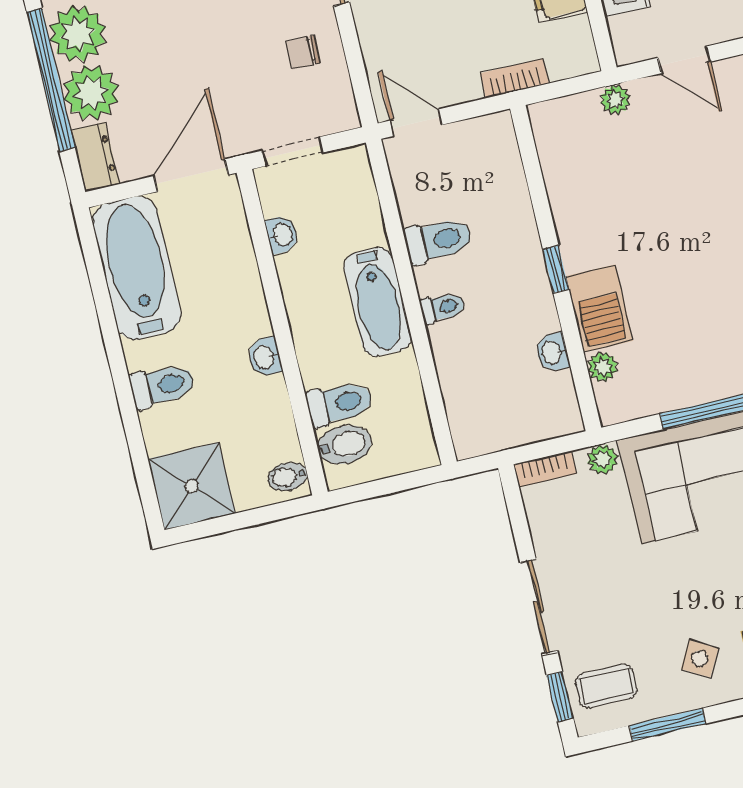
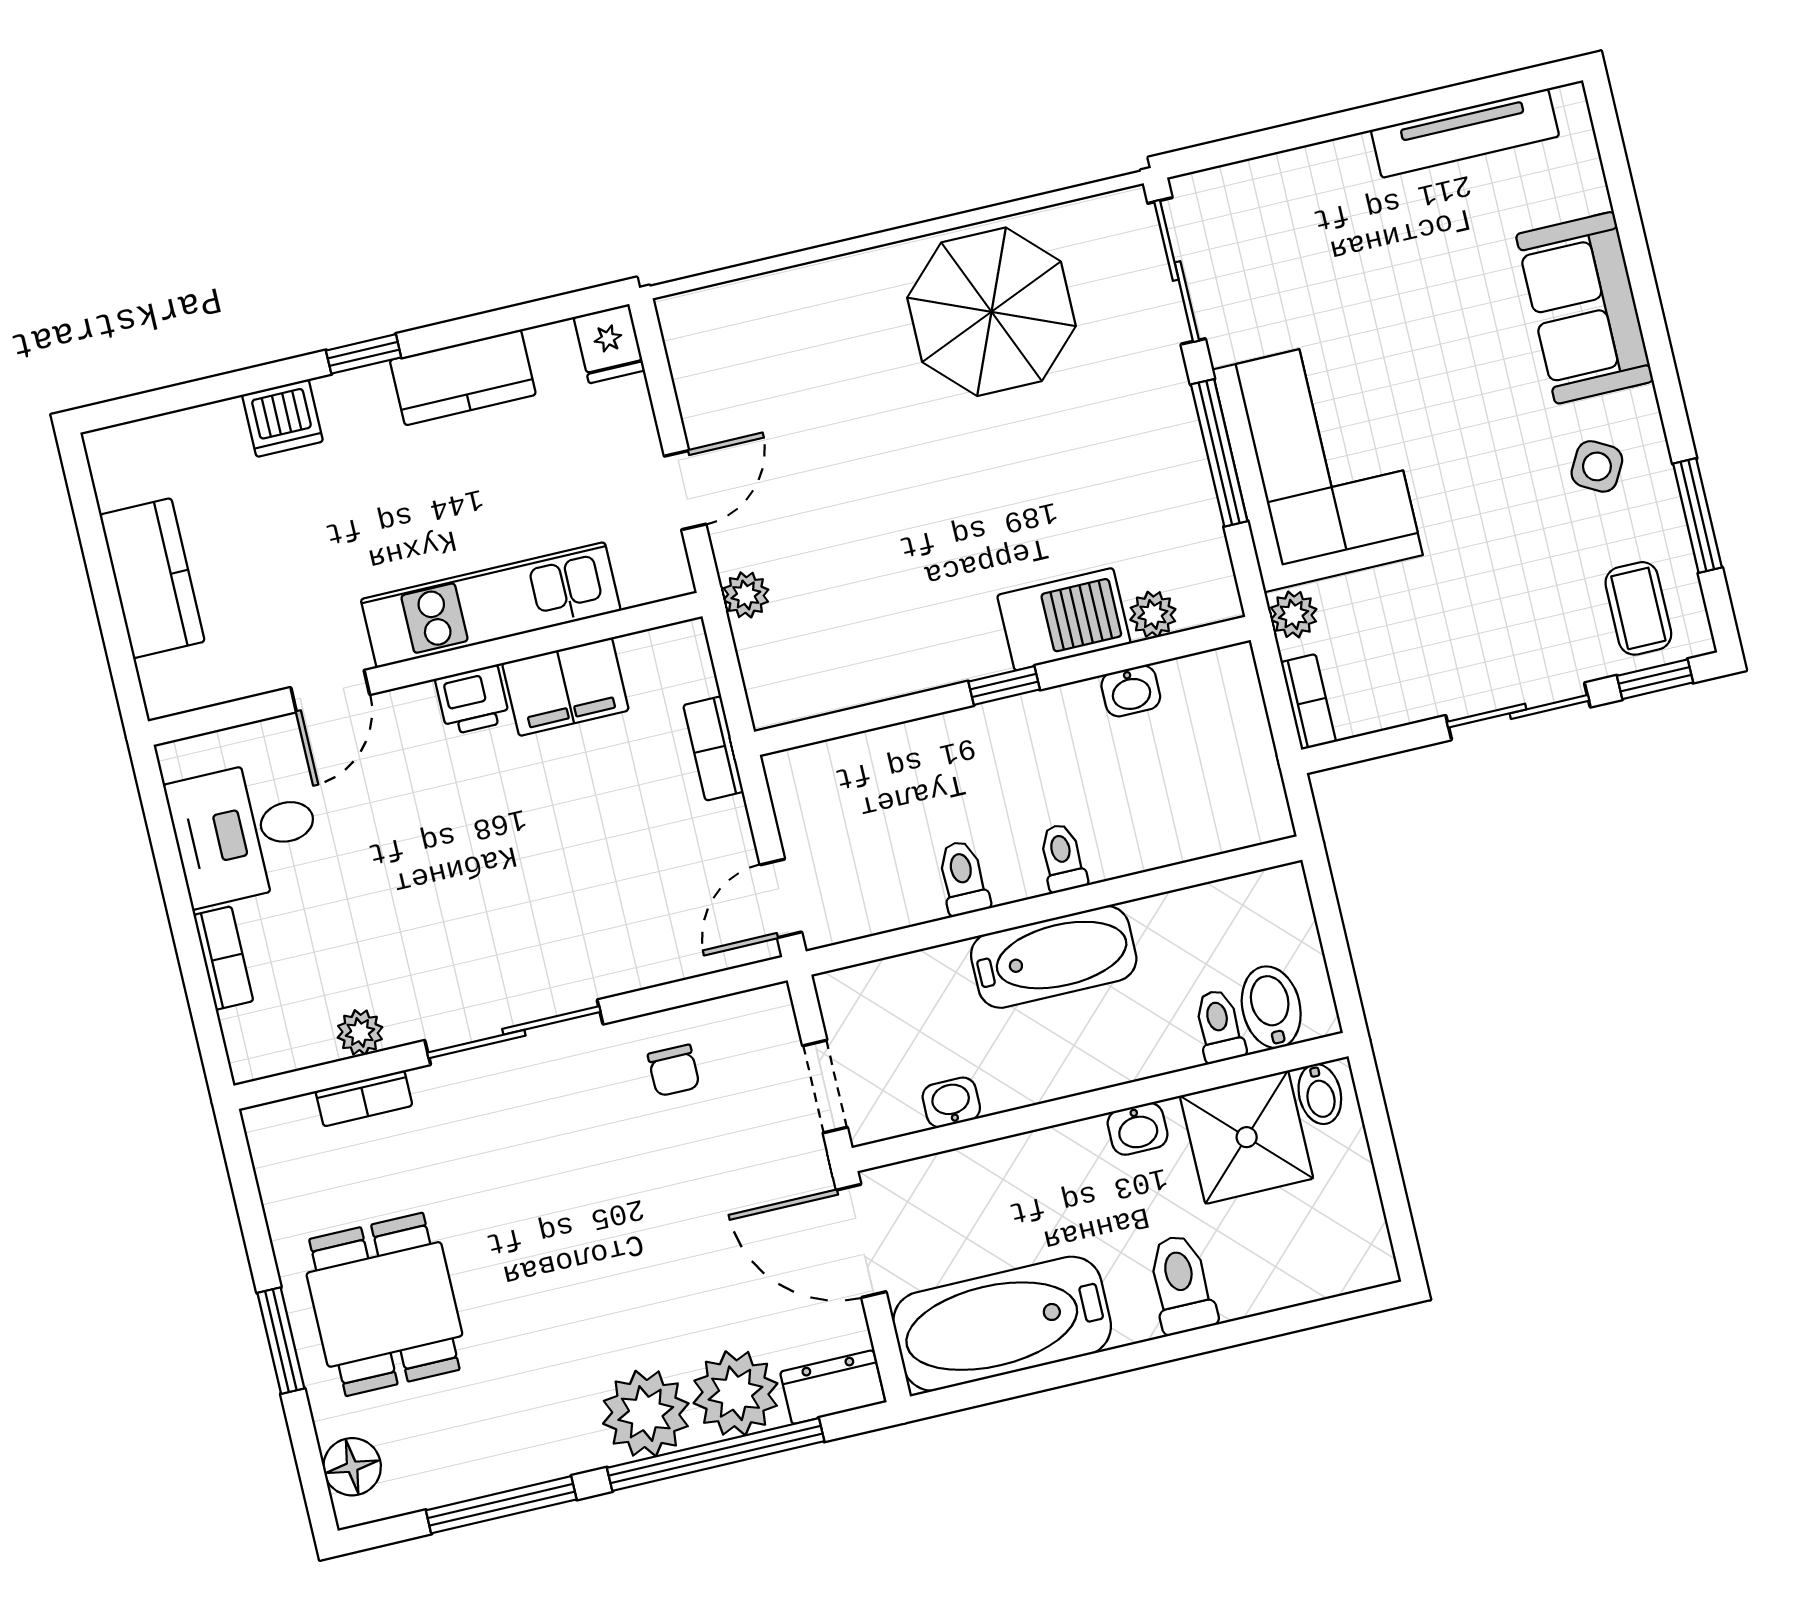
toilet: (438, 240) -> (963, 878), width x0.73, depth x0.72
toilet: (340, 403) -> (1219, 1026), width x0.73, depth x0.72
shower: (192, 486) -> (1247, 1137), moved

